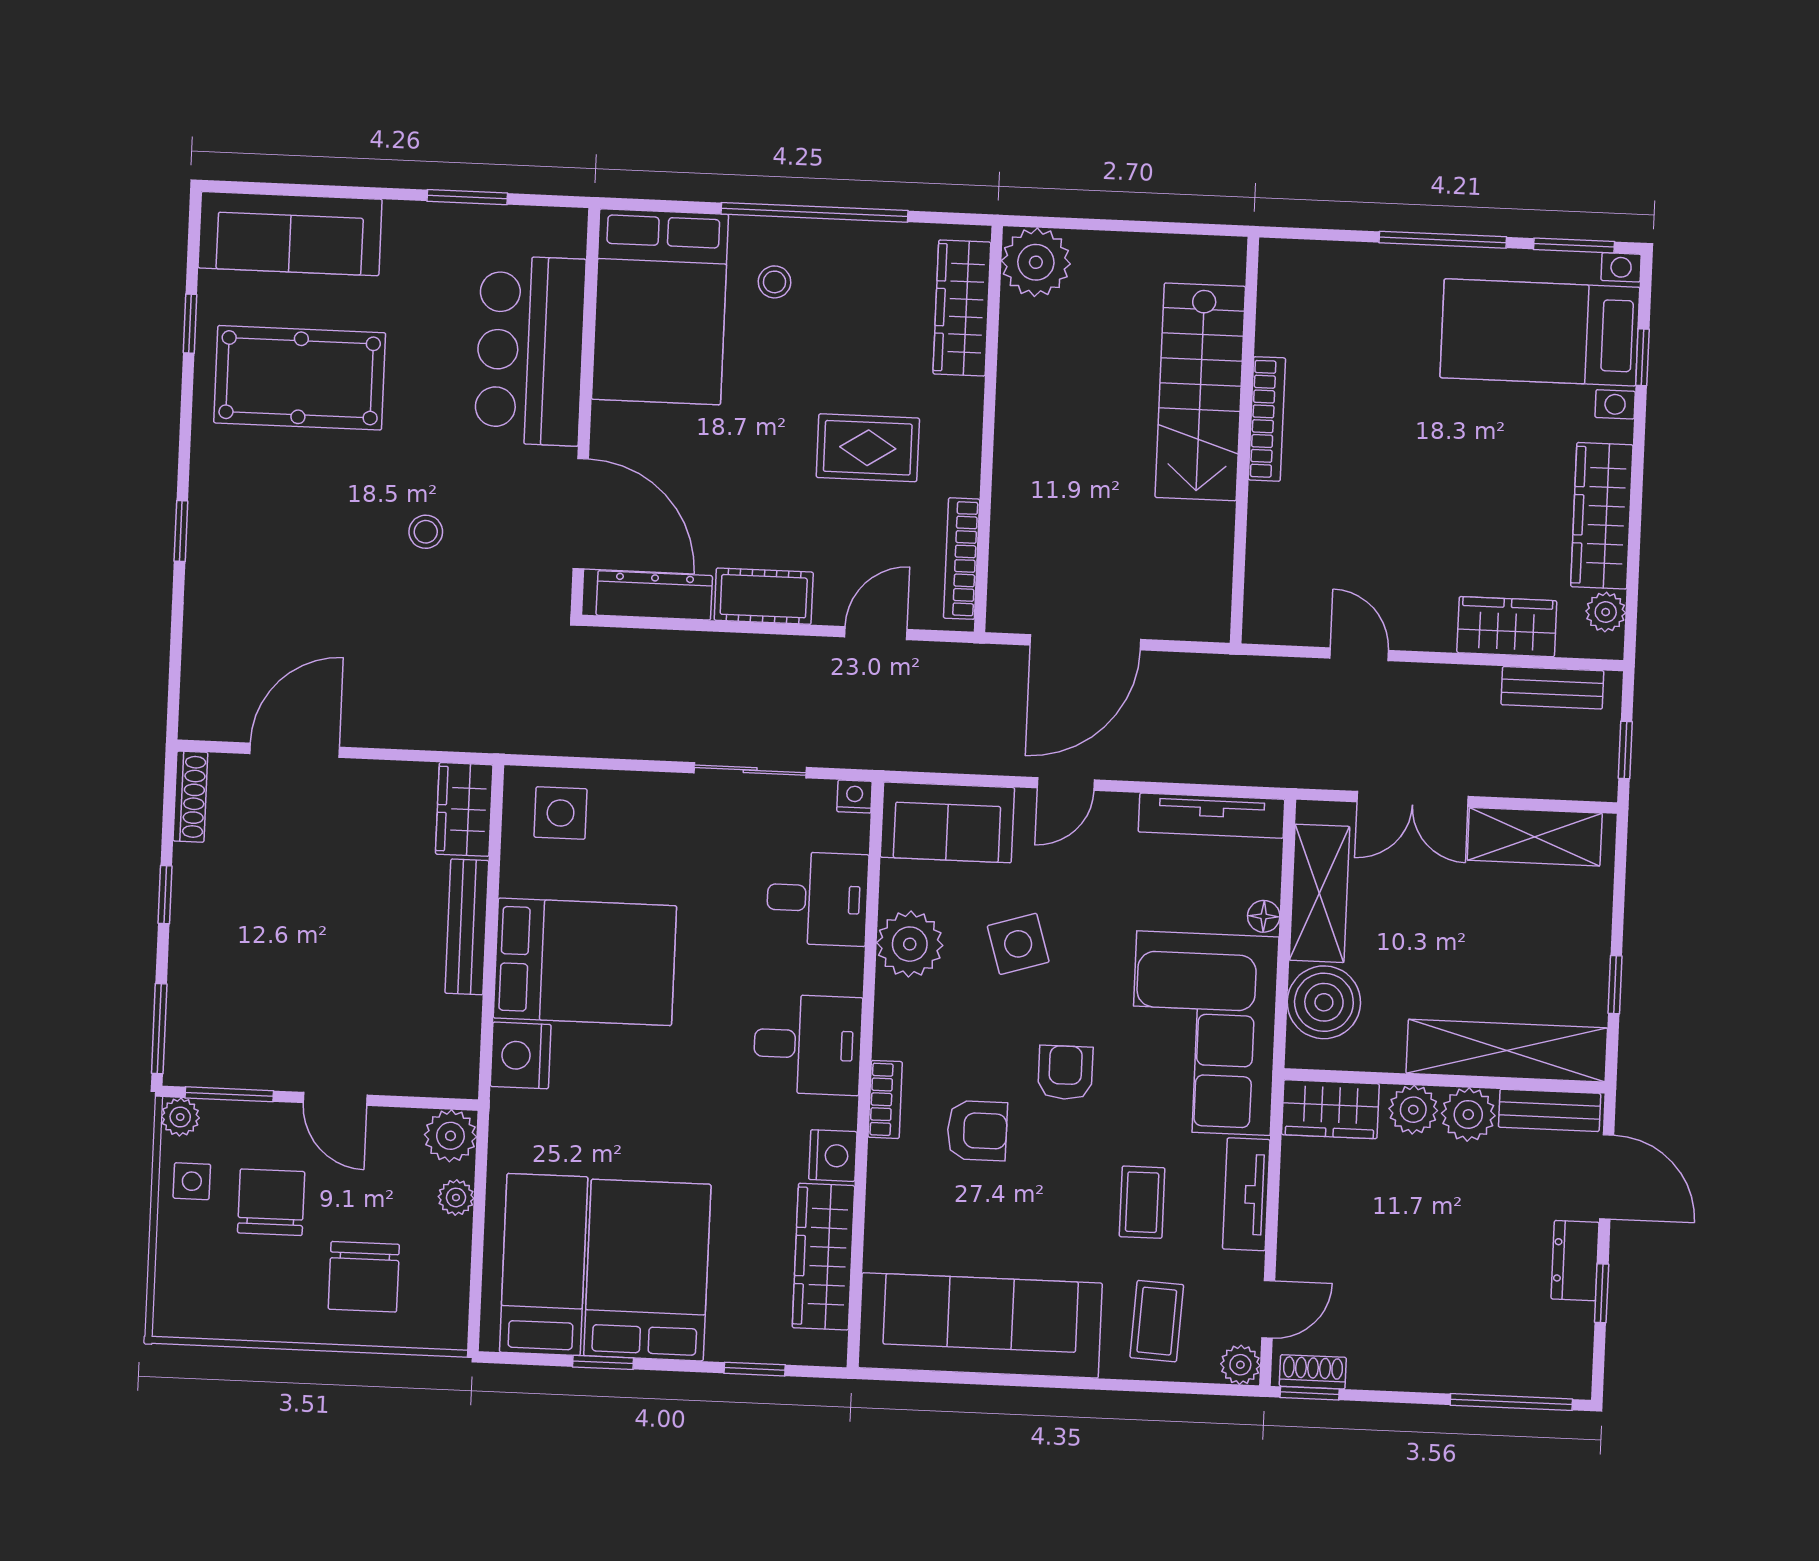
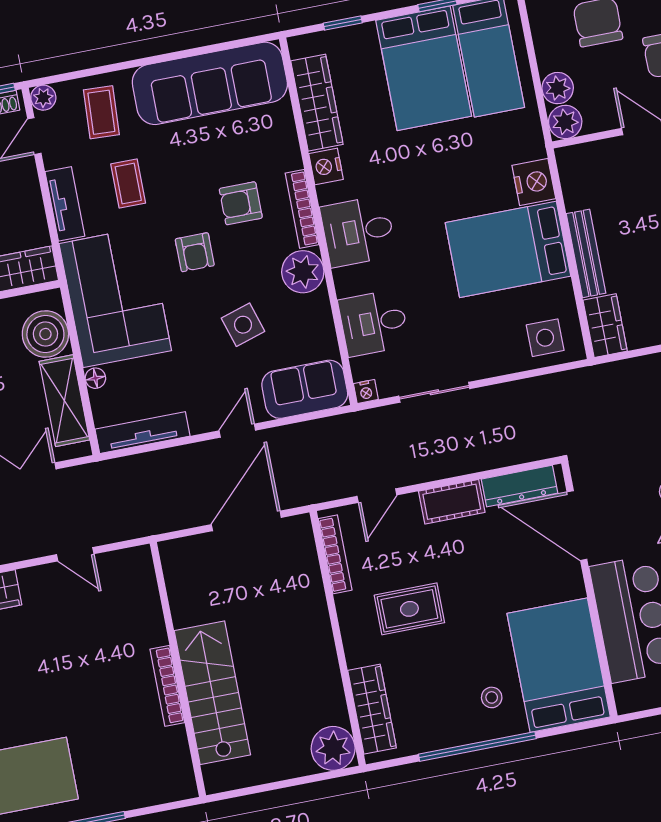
plant: (910, 944) -> (303, 272), moved
bookcase: (885, 1099) -> (302, 209), width x1.56
plant: (456, 1197) -> (558, 88), width x1.38, depth x1.38

